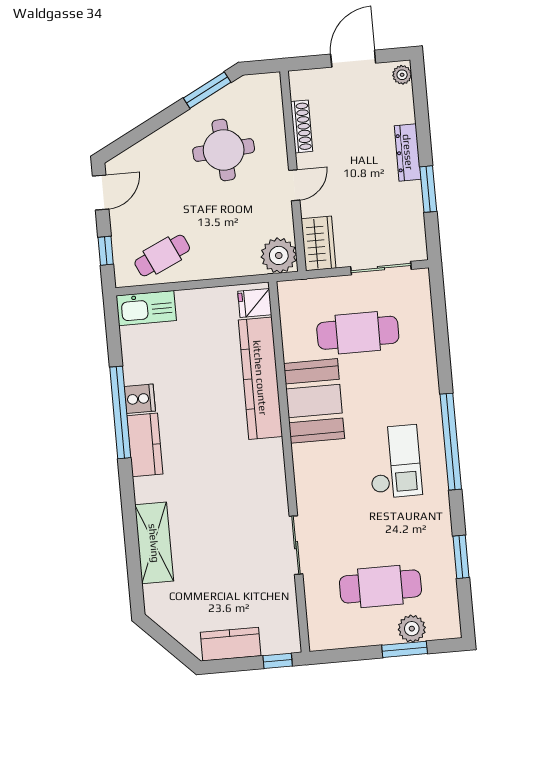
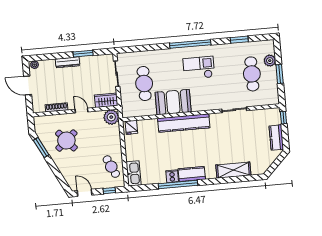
round table: (224, 150) -> (66, 141), turned -37
kitchen counter: (260, 378) -> (184, 123), moved
window: (405, 649) -> (280, 74), moved

